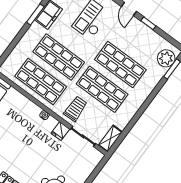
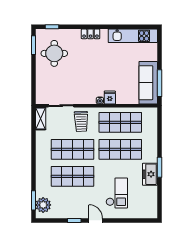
fridge: (60, 131) -> (110, 98), moved

